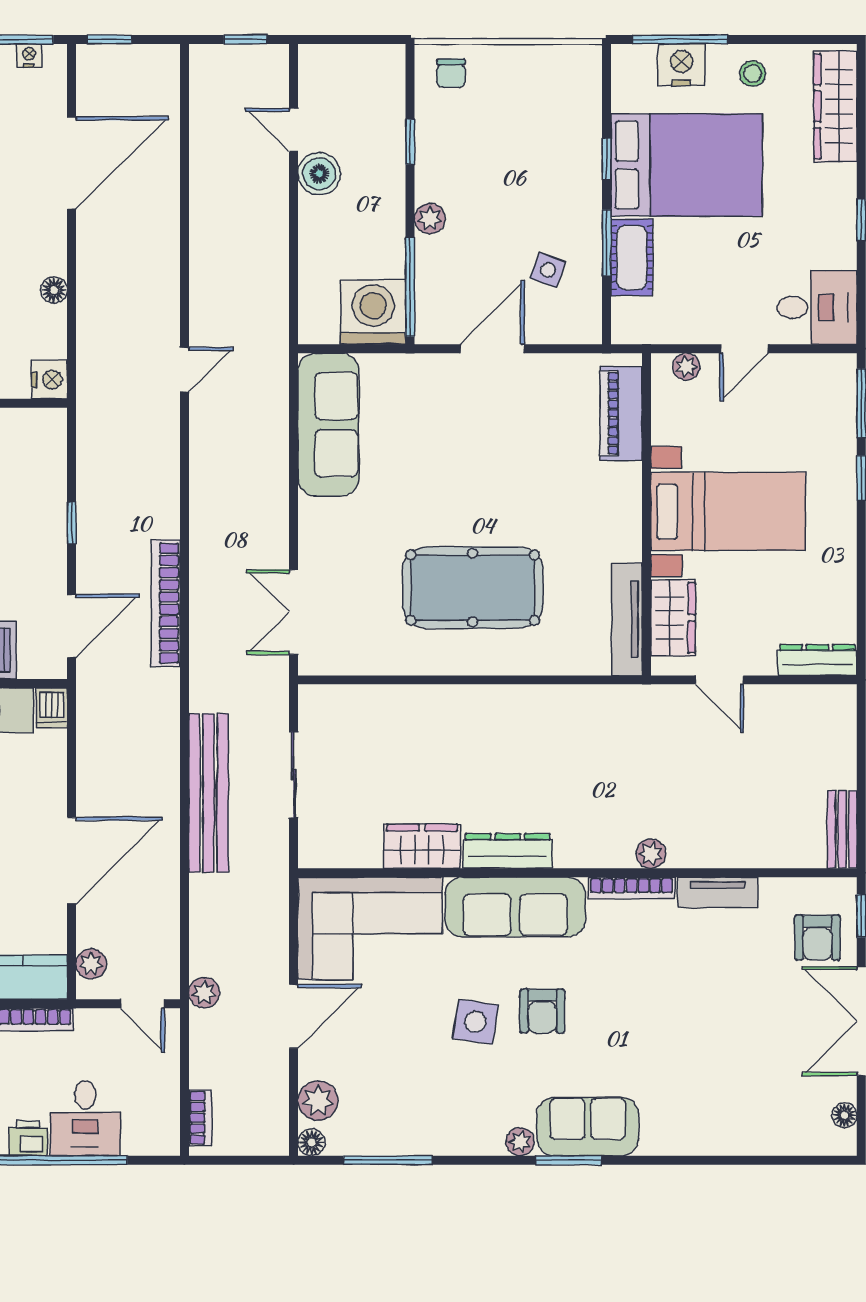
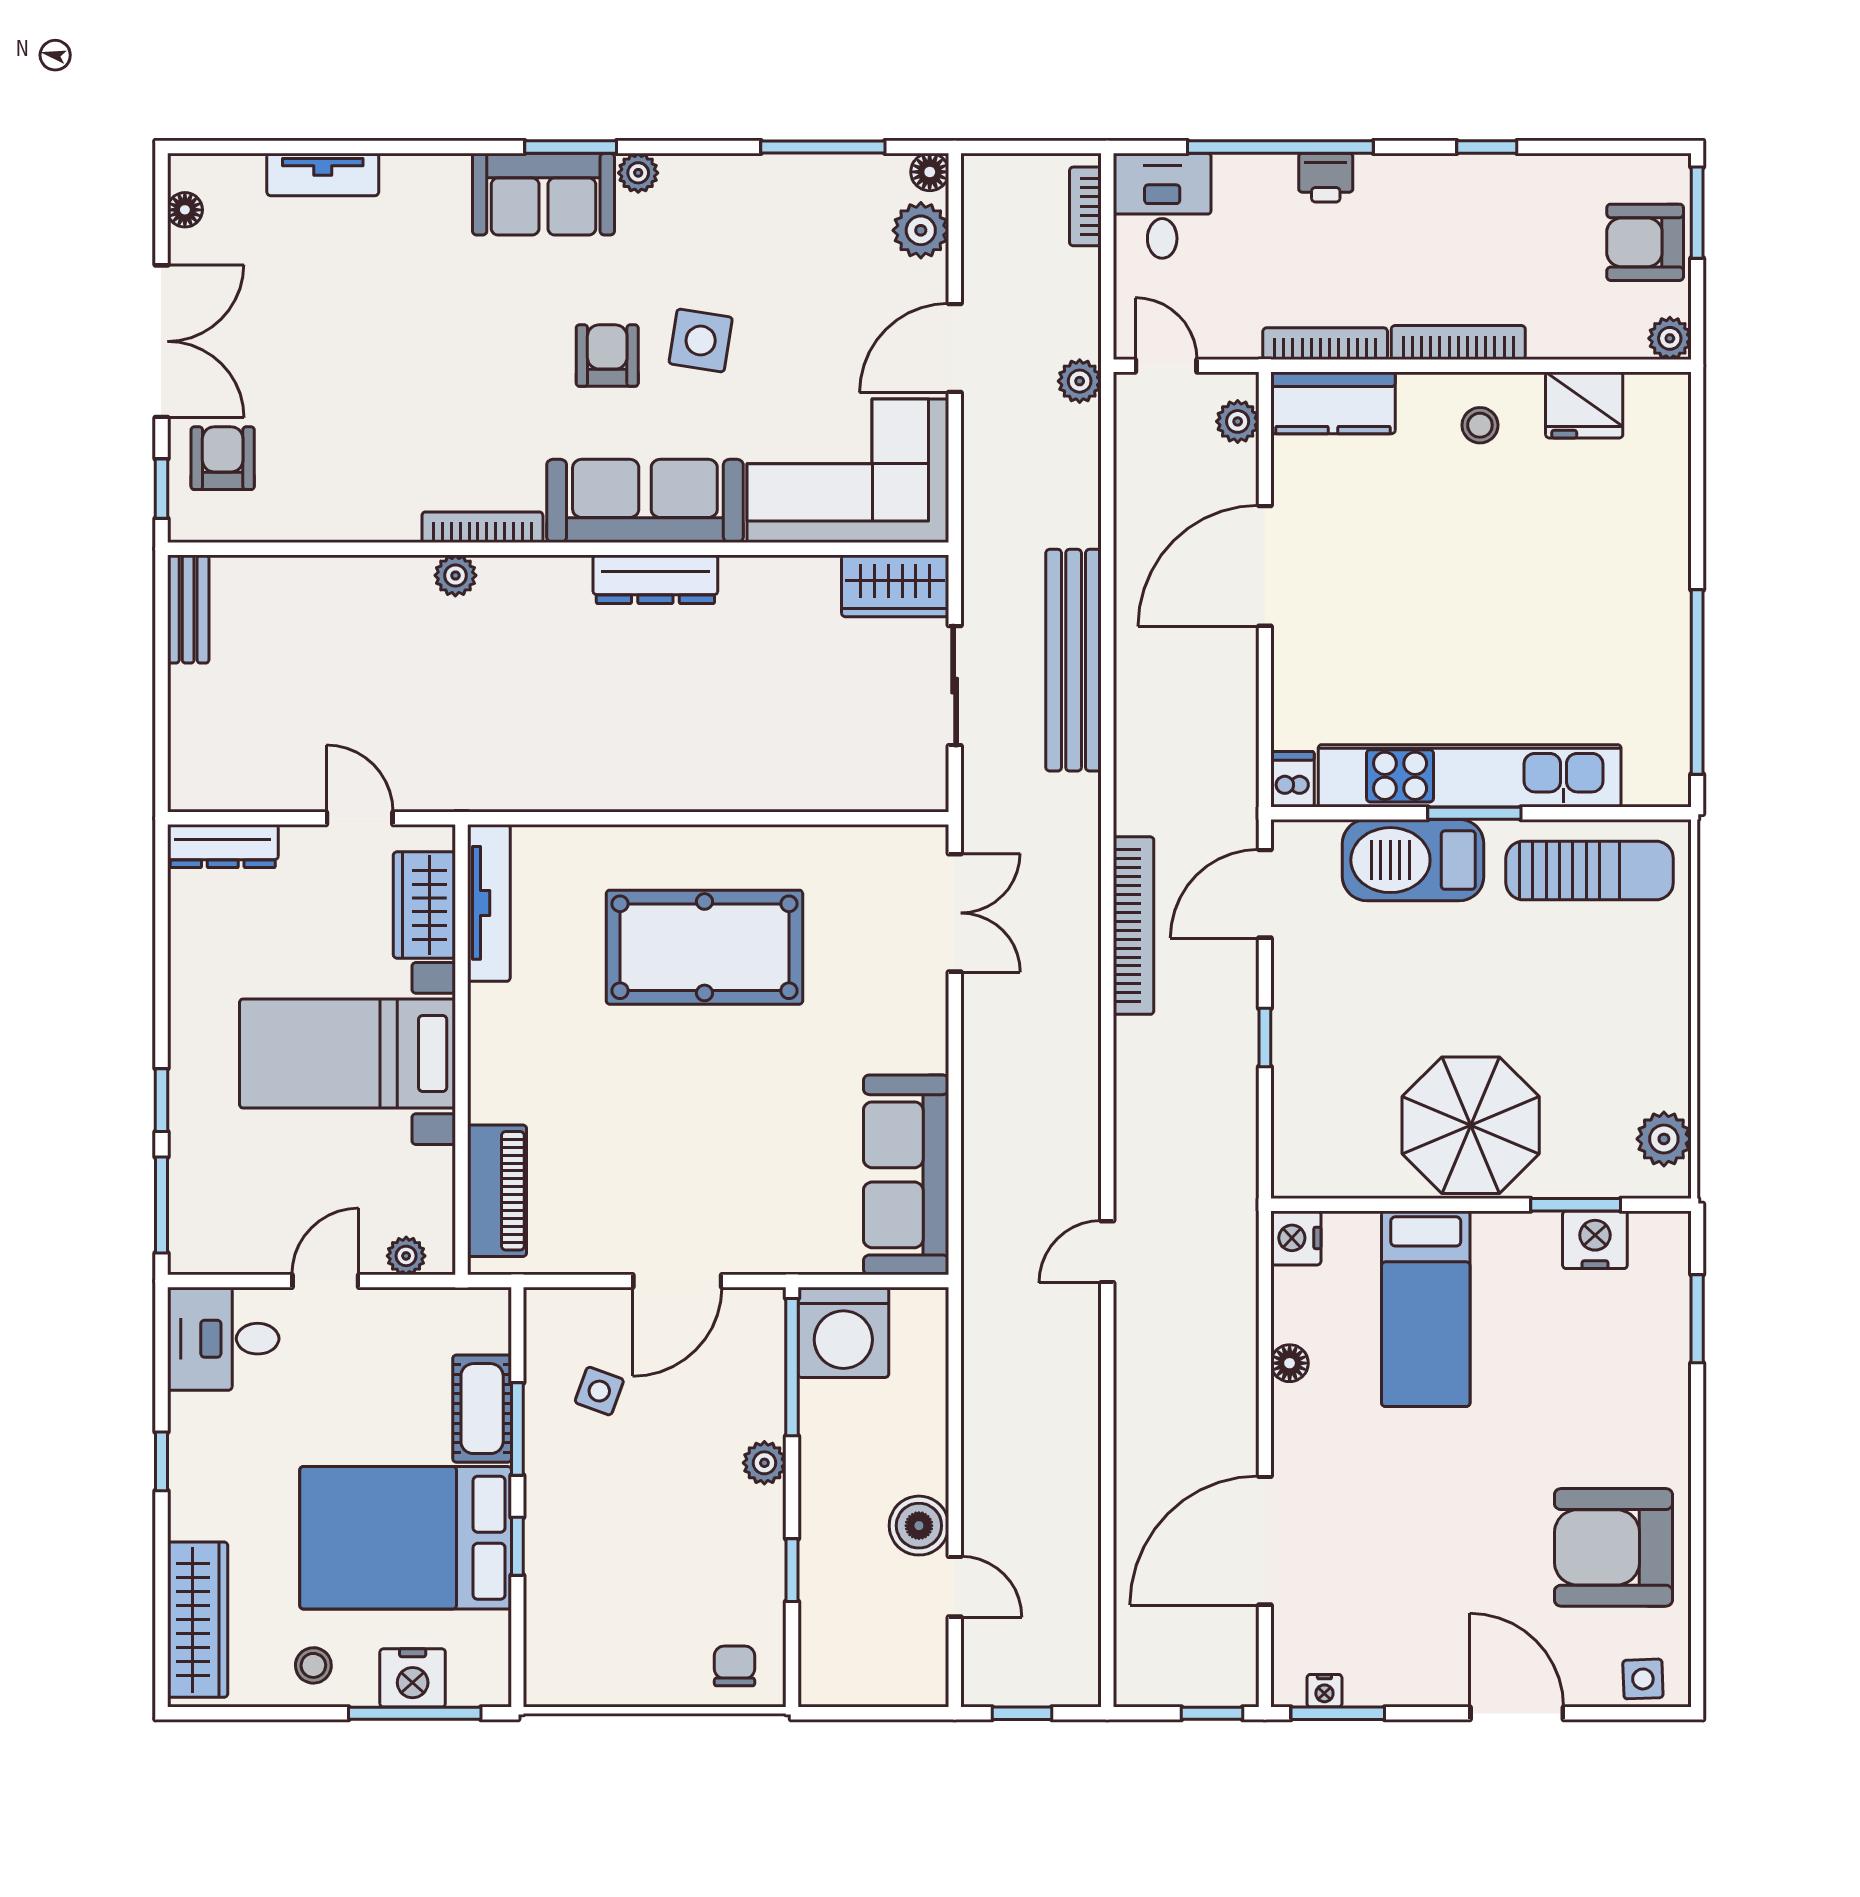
wardrobe: (422, 846) -> (895, 586), moved
tv unit: (718, 892) -> (323, 174), moved, turned 180
desk: (85, 1118) -> (1162, 206), moved

